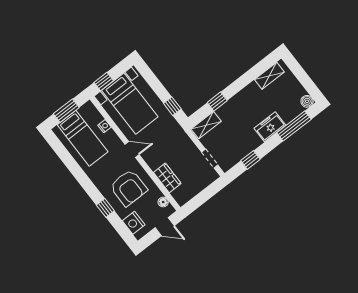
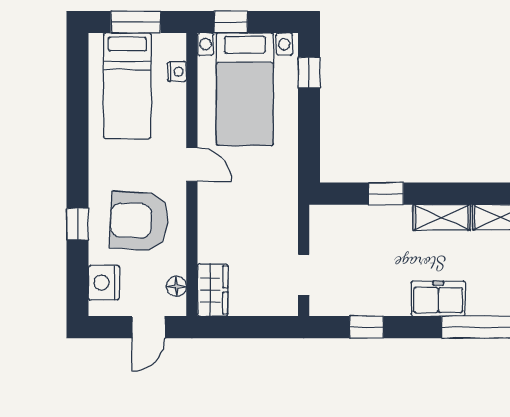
window: (172, 106) -> (309, 73), moved
shelving: (206, 125) -> (442, 217), moved
nightstand: (104, 126) -> (177, 72), moved
wardrobe: (167, 178) -> (213, 290), moved
armchair: (128, 188) -> (139, 221), turned 93
door: (165, 227) -> (148, 327), hinge flipped

